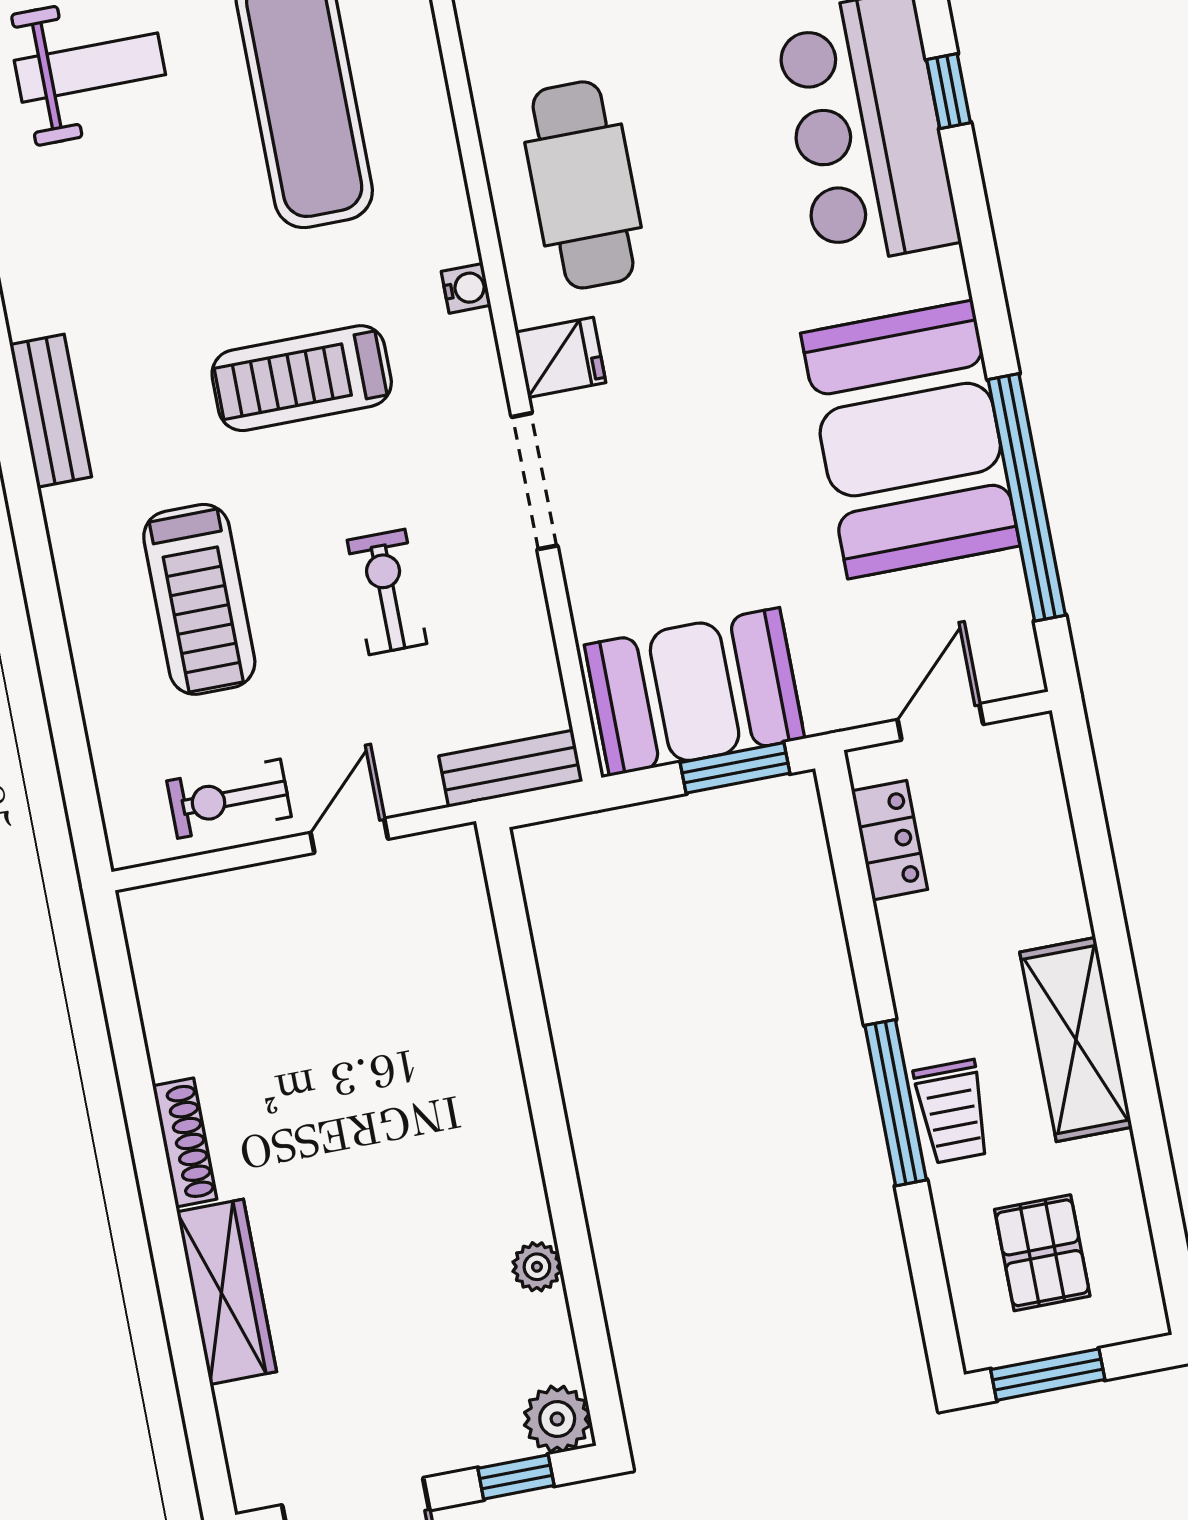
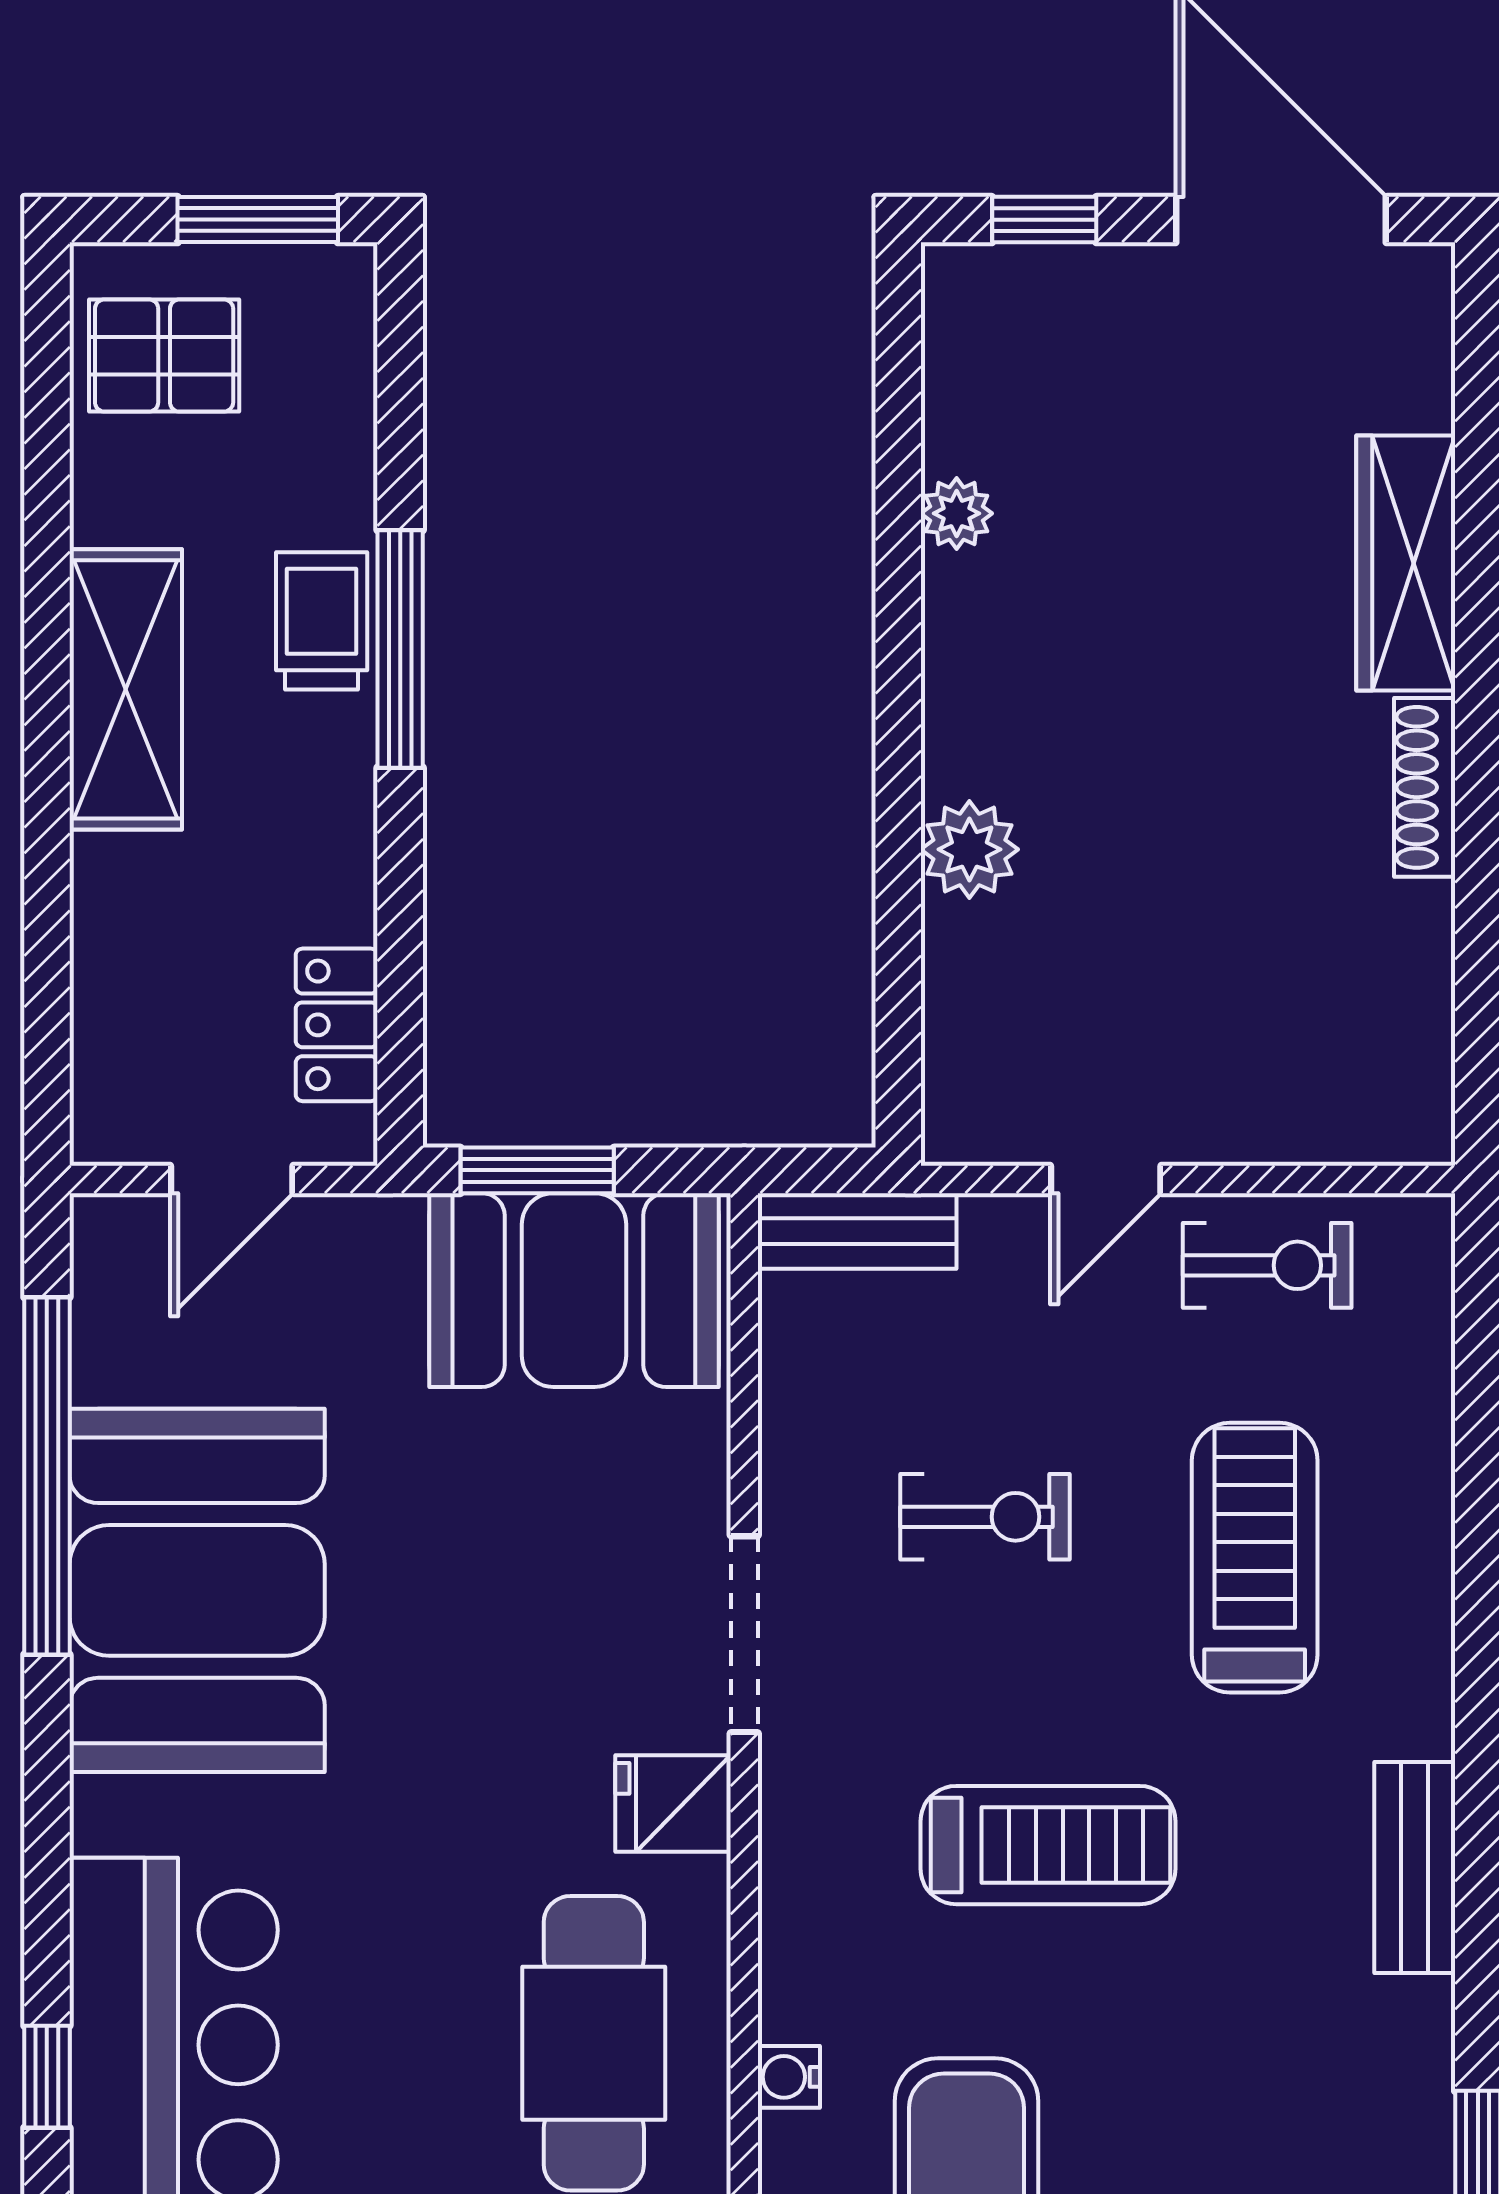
water cooler: (466, 288) -> (789, 2077), moved
exercise bike: (387, 592) -> (985, 1517), turned -90
pallet: (1042, 1253) -> (164, 356), moved, turned 90
plant: (557, 1419) -> (969, 849), moved

